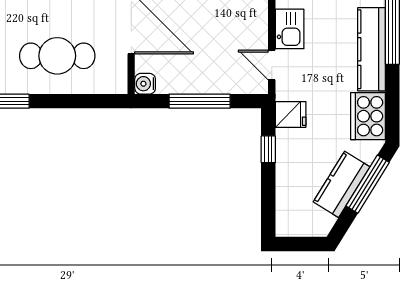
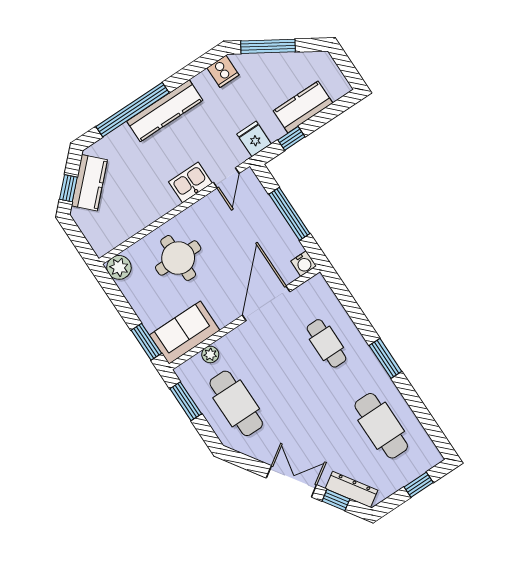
cafe table: (57, 56) -> (326, 343), width x0.73, depth x0.74
cooker: (368, 116) -> (223, 71), width x0.53, depth x0.76
kitchen counter: (342, 184) -> (303, 107), moved, turned 148

